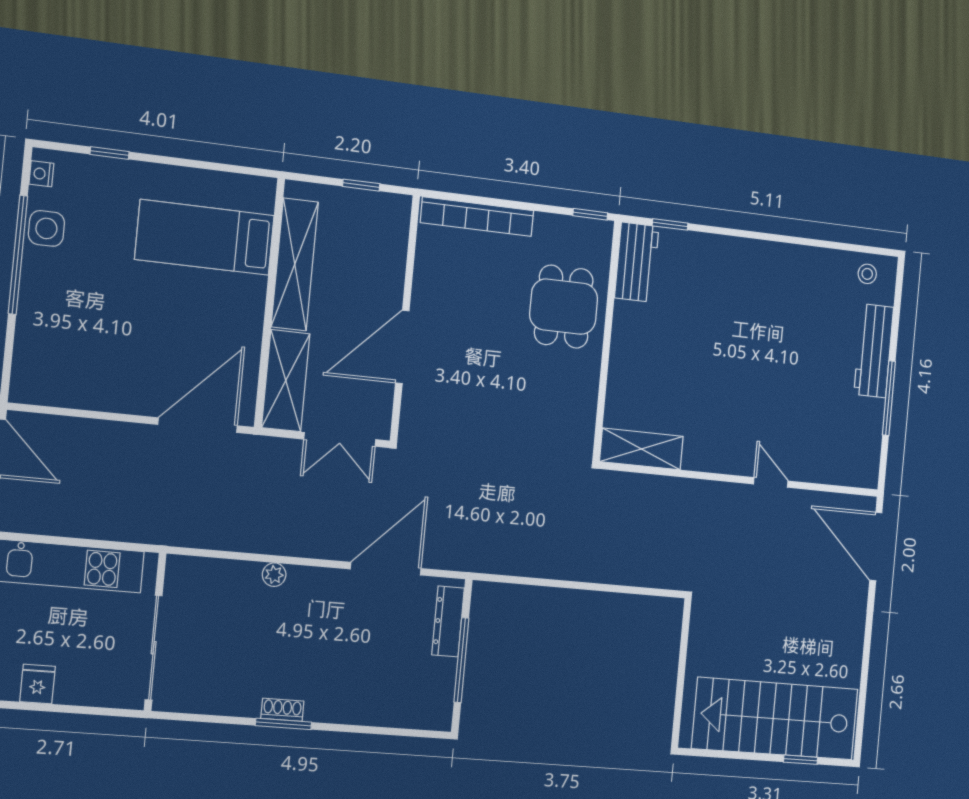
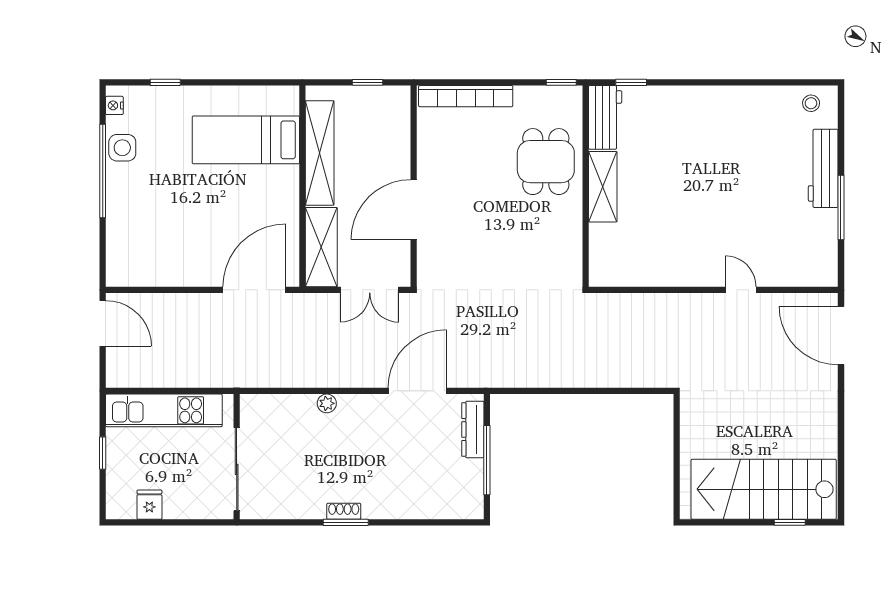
shelving: (641, 449) -> (603, 187), moved, turned 90

